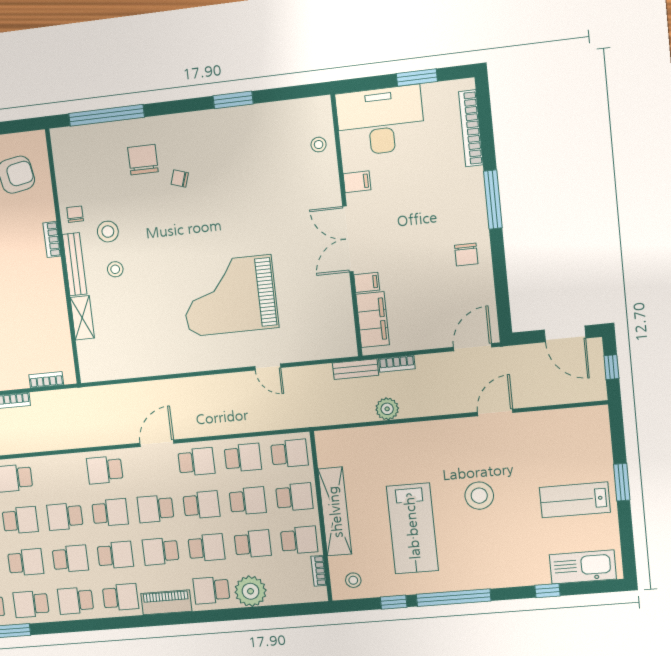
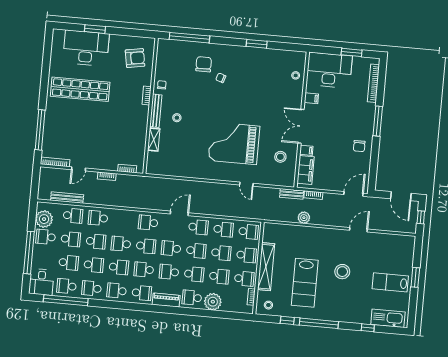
stool: (108, 232) -> (280, 157), moved
school desk: (115, 555) -> (144, 270), turned 180

